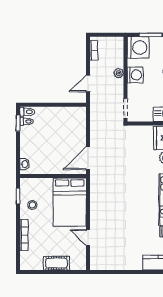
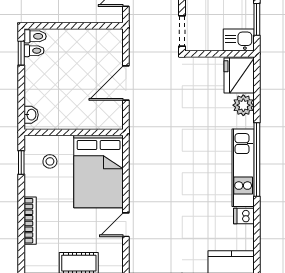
door: (88, 158) -> (126, 83), moved
stool: (32, 205) -> (50, 161), moved
door: (88, 238) -> (126, 225), hinge flipped

